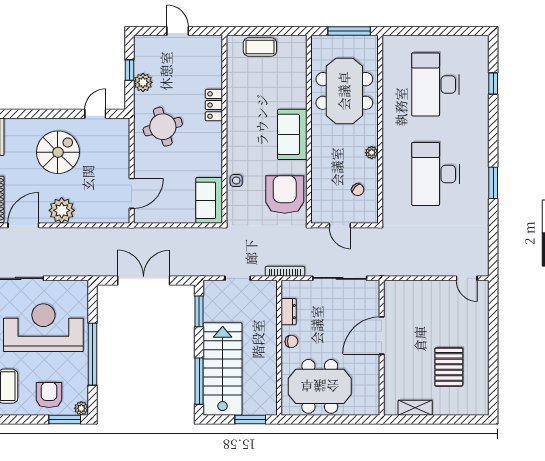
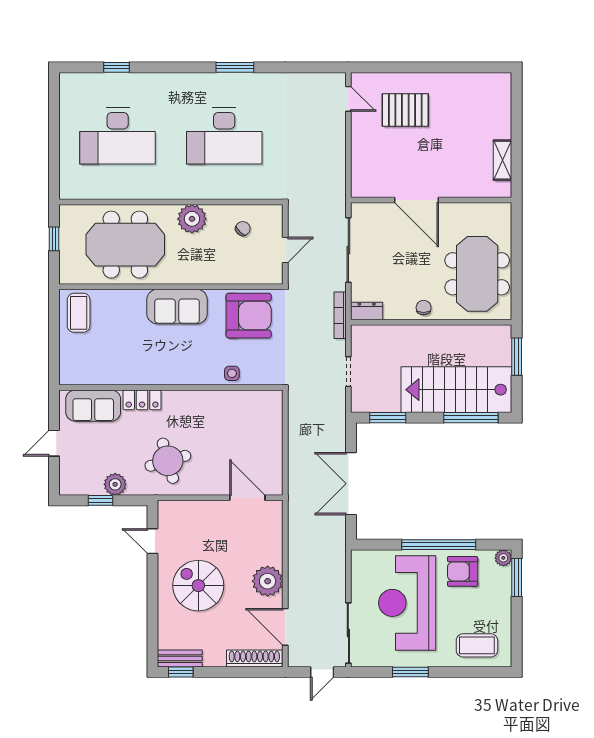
window: (349, 31) -> (54, 239), width x0.46
coffee table: (260, 47) -> (79, 313), moved
plant: (372, 153) -> (192, 219), width x1.87, depth x1.87
armchair: (285, 194) -> (249, 316), turned 180
sofa: (209, 200) -> (93, 406), moved
door: (467, 278) -> (348, 99), hinge flipped
dresser: (289, 312) -> (367, 311), moved
pallet: (449, 367) -> (405, 110), moved
armchair: (49, 395) -> (463, 571), moved

